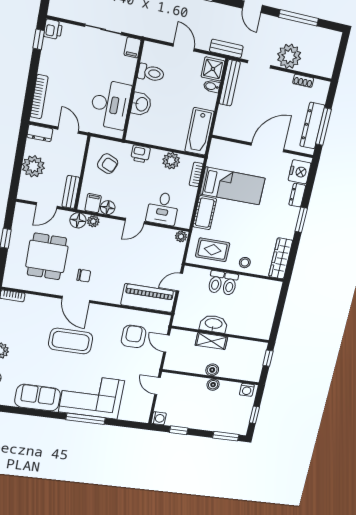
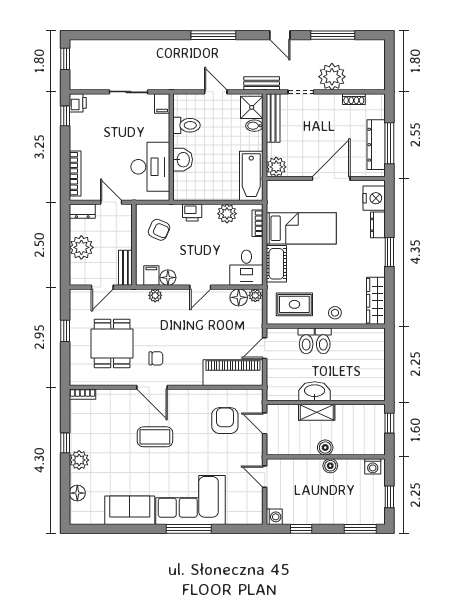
plant: (223, 128) -> (276, 167), added
desk: (163, 209) -> (246, 268), moved
floor lamp: (78, 220) -> (239, 297), moved
coffee table: (71, 341) -> (155, 437), width x0.73, depth x0.76

